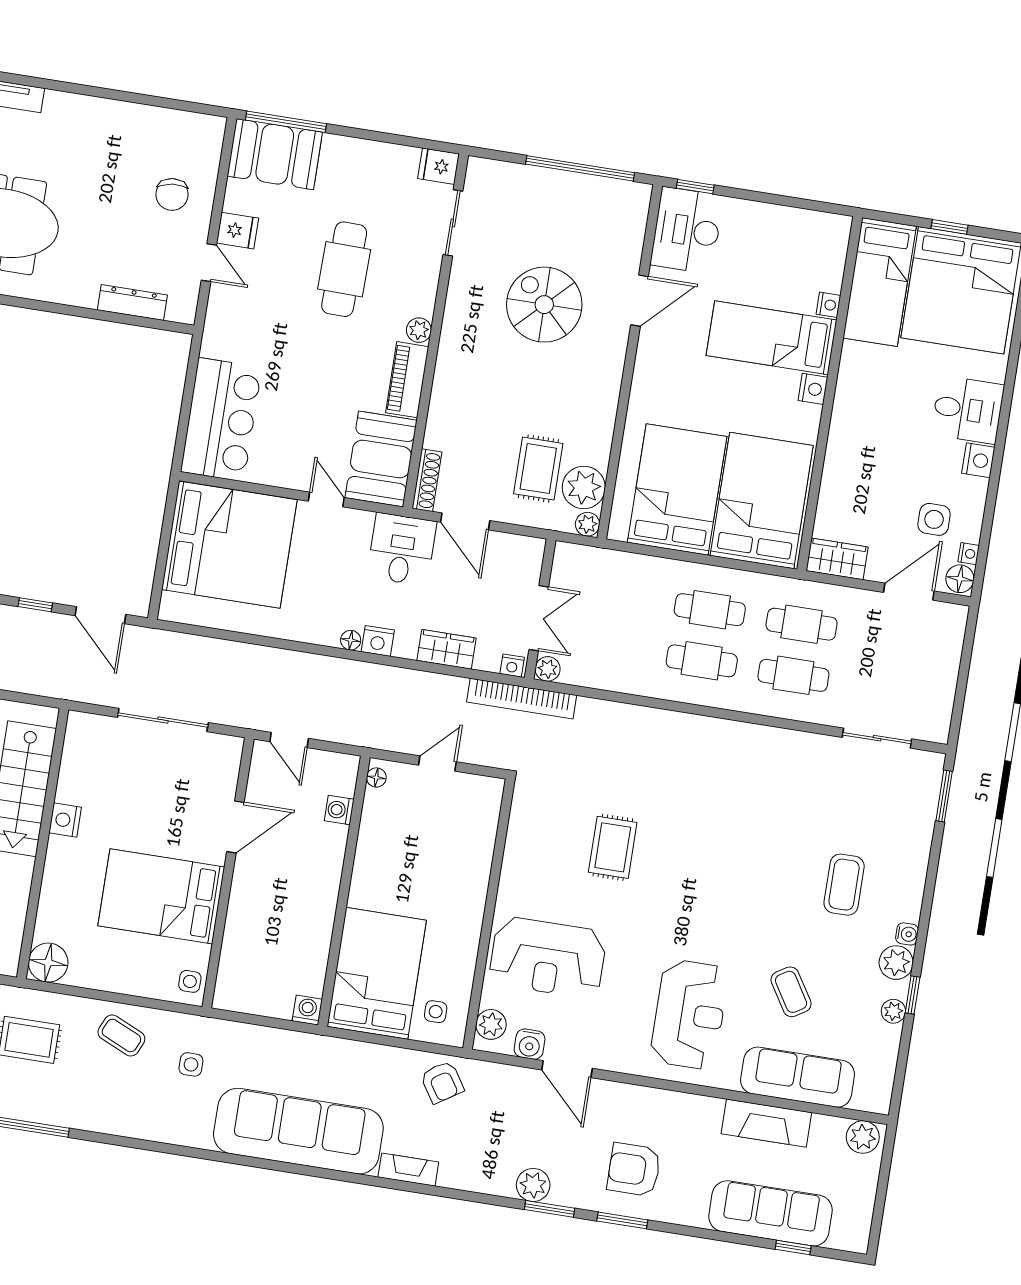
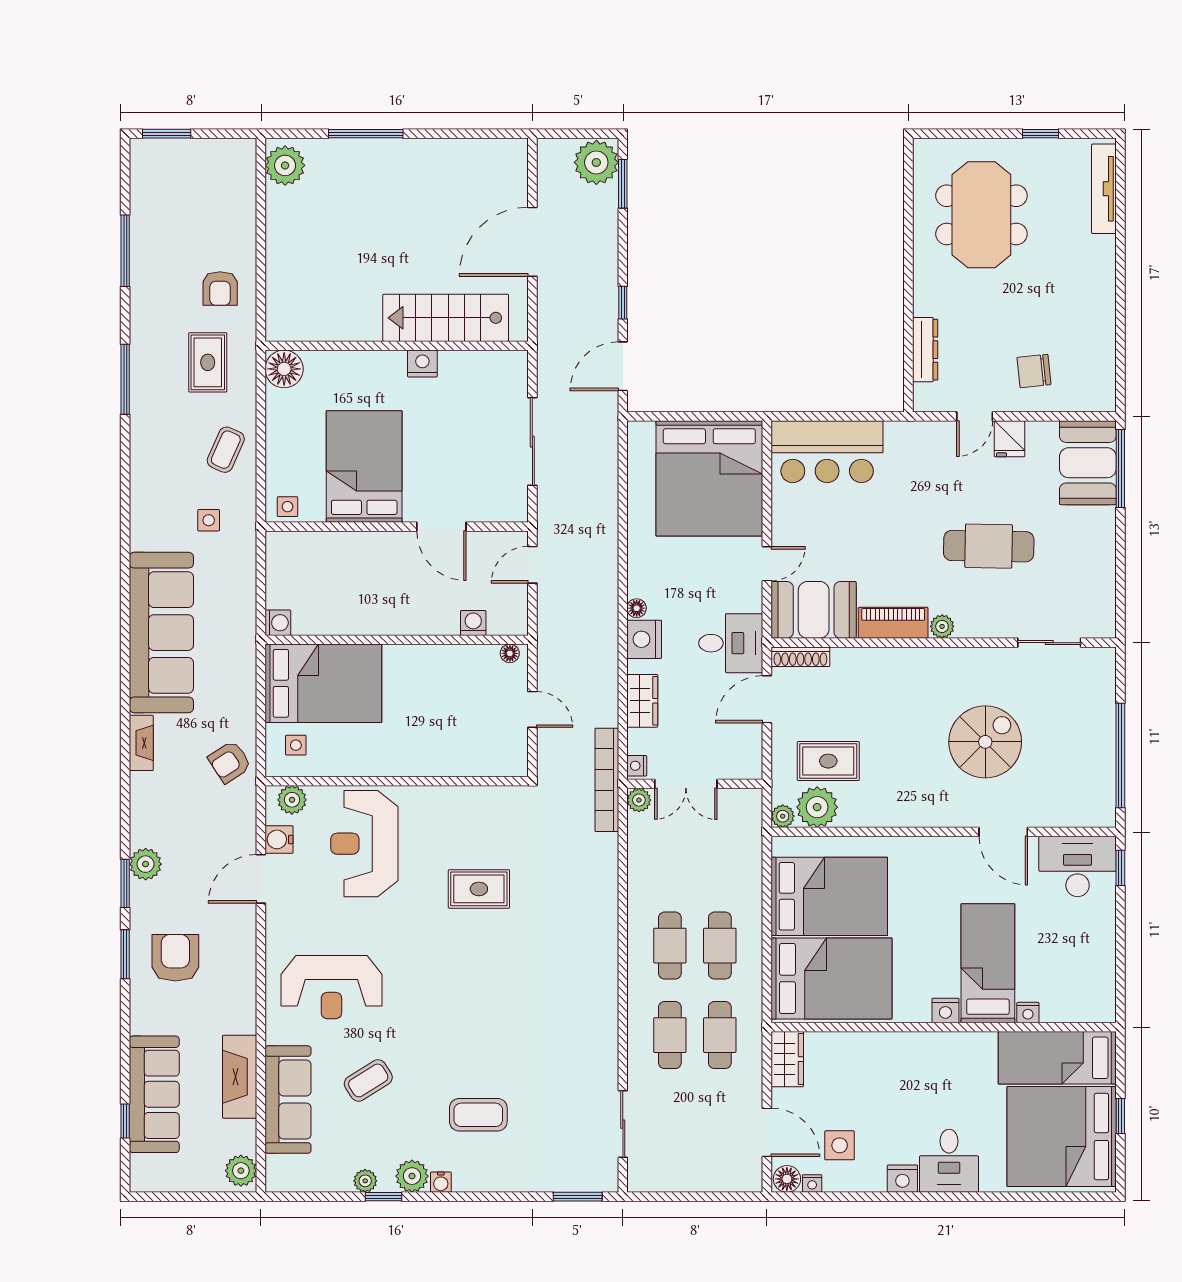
fridge: (438, 166) -> (1101, 620), removed
nightstand: (378, 641) -> (644, 639), width x1.36, depth x1.33

